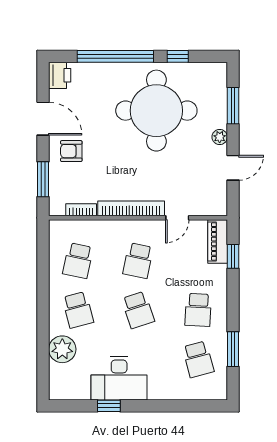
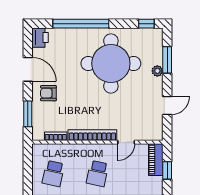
window: (178, 56) -> (146, 24), moved
plant: (220, 137) -> (157, 71), moved

